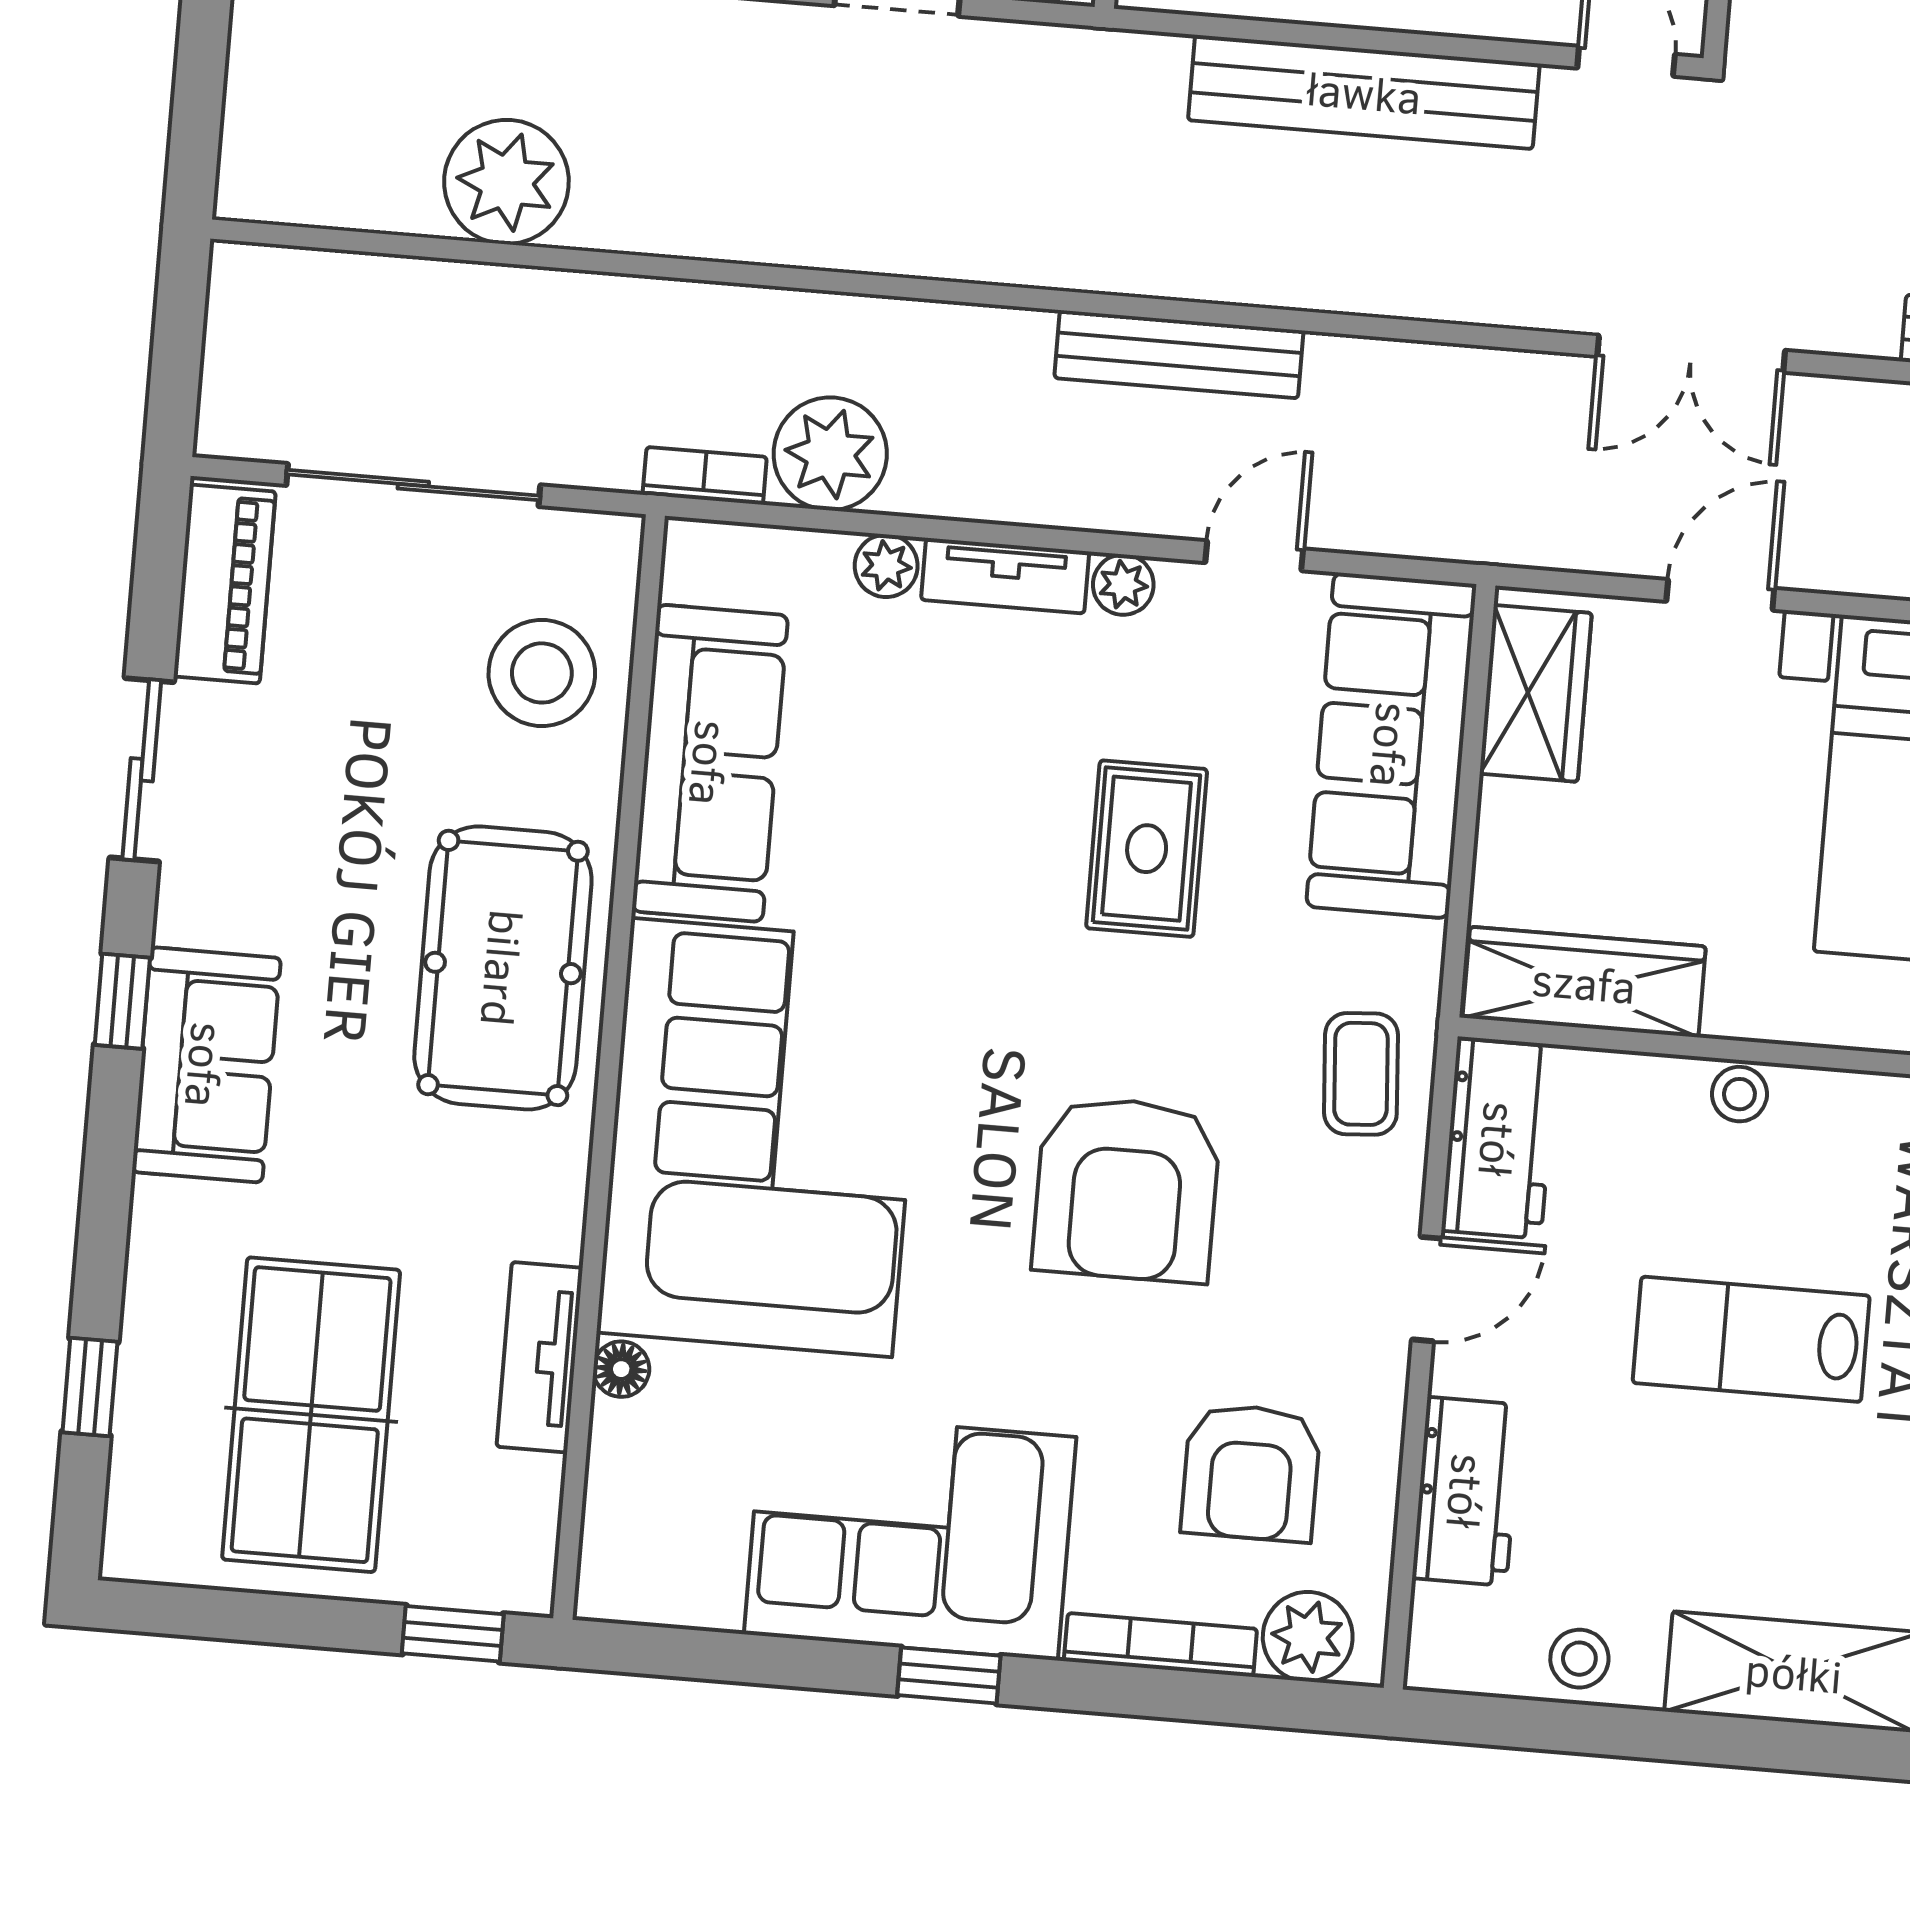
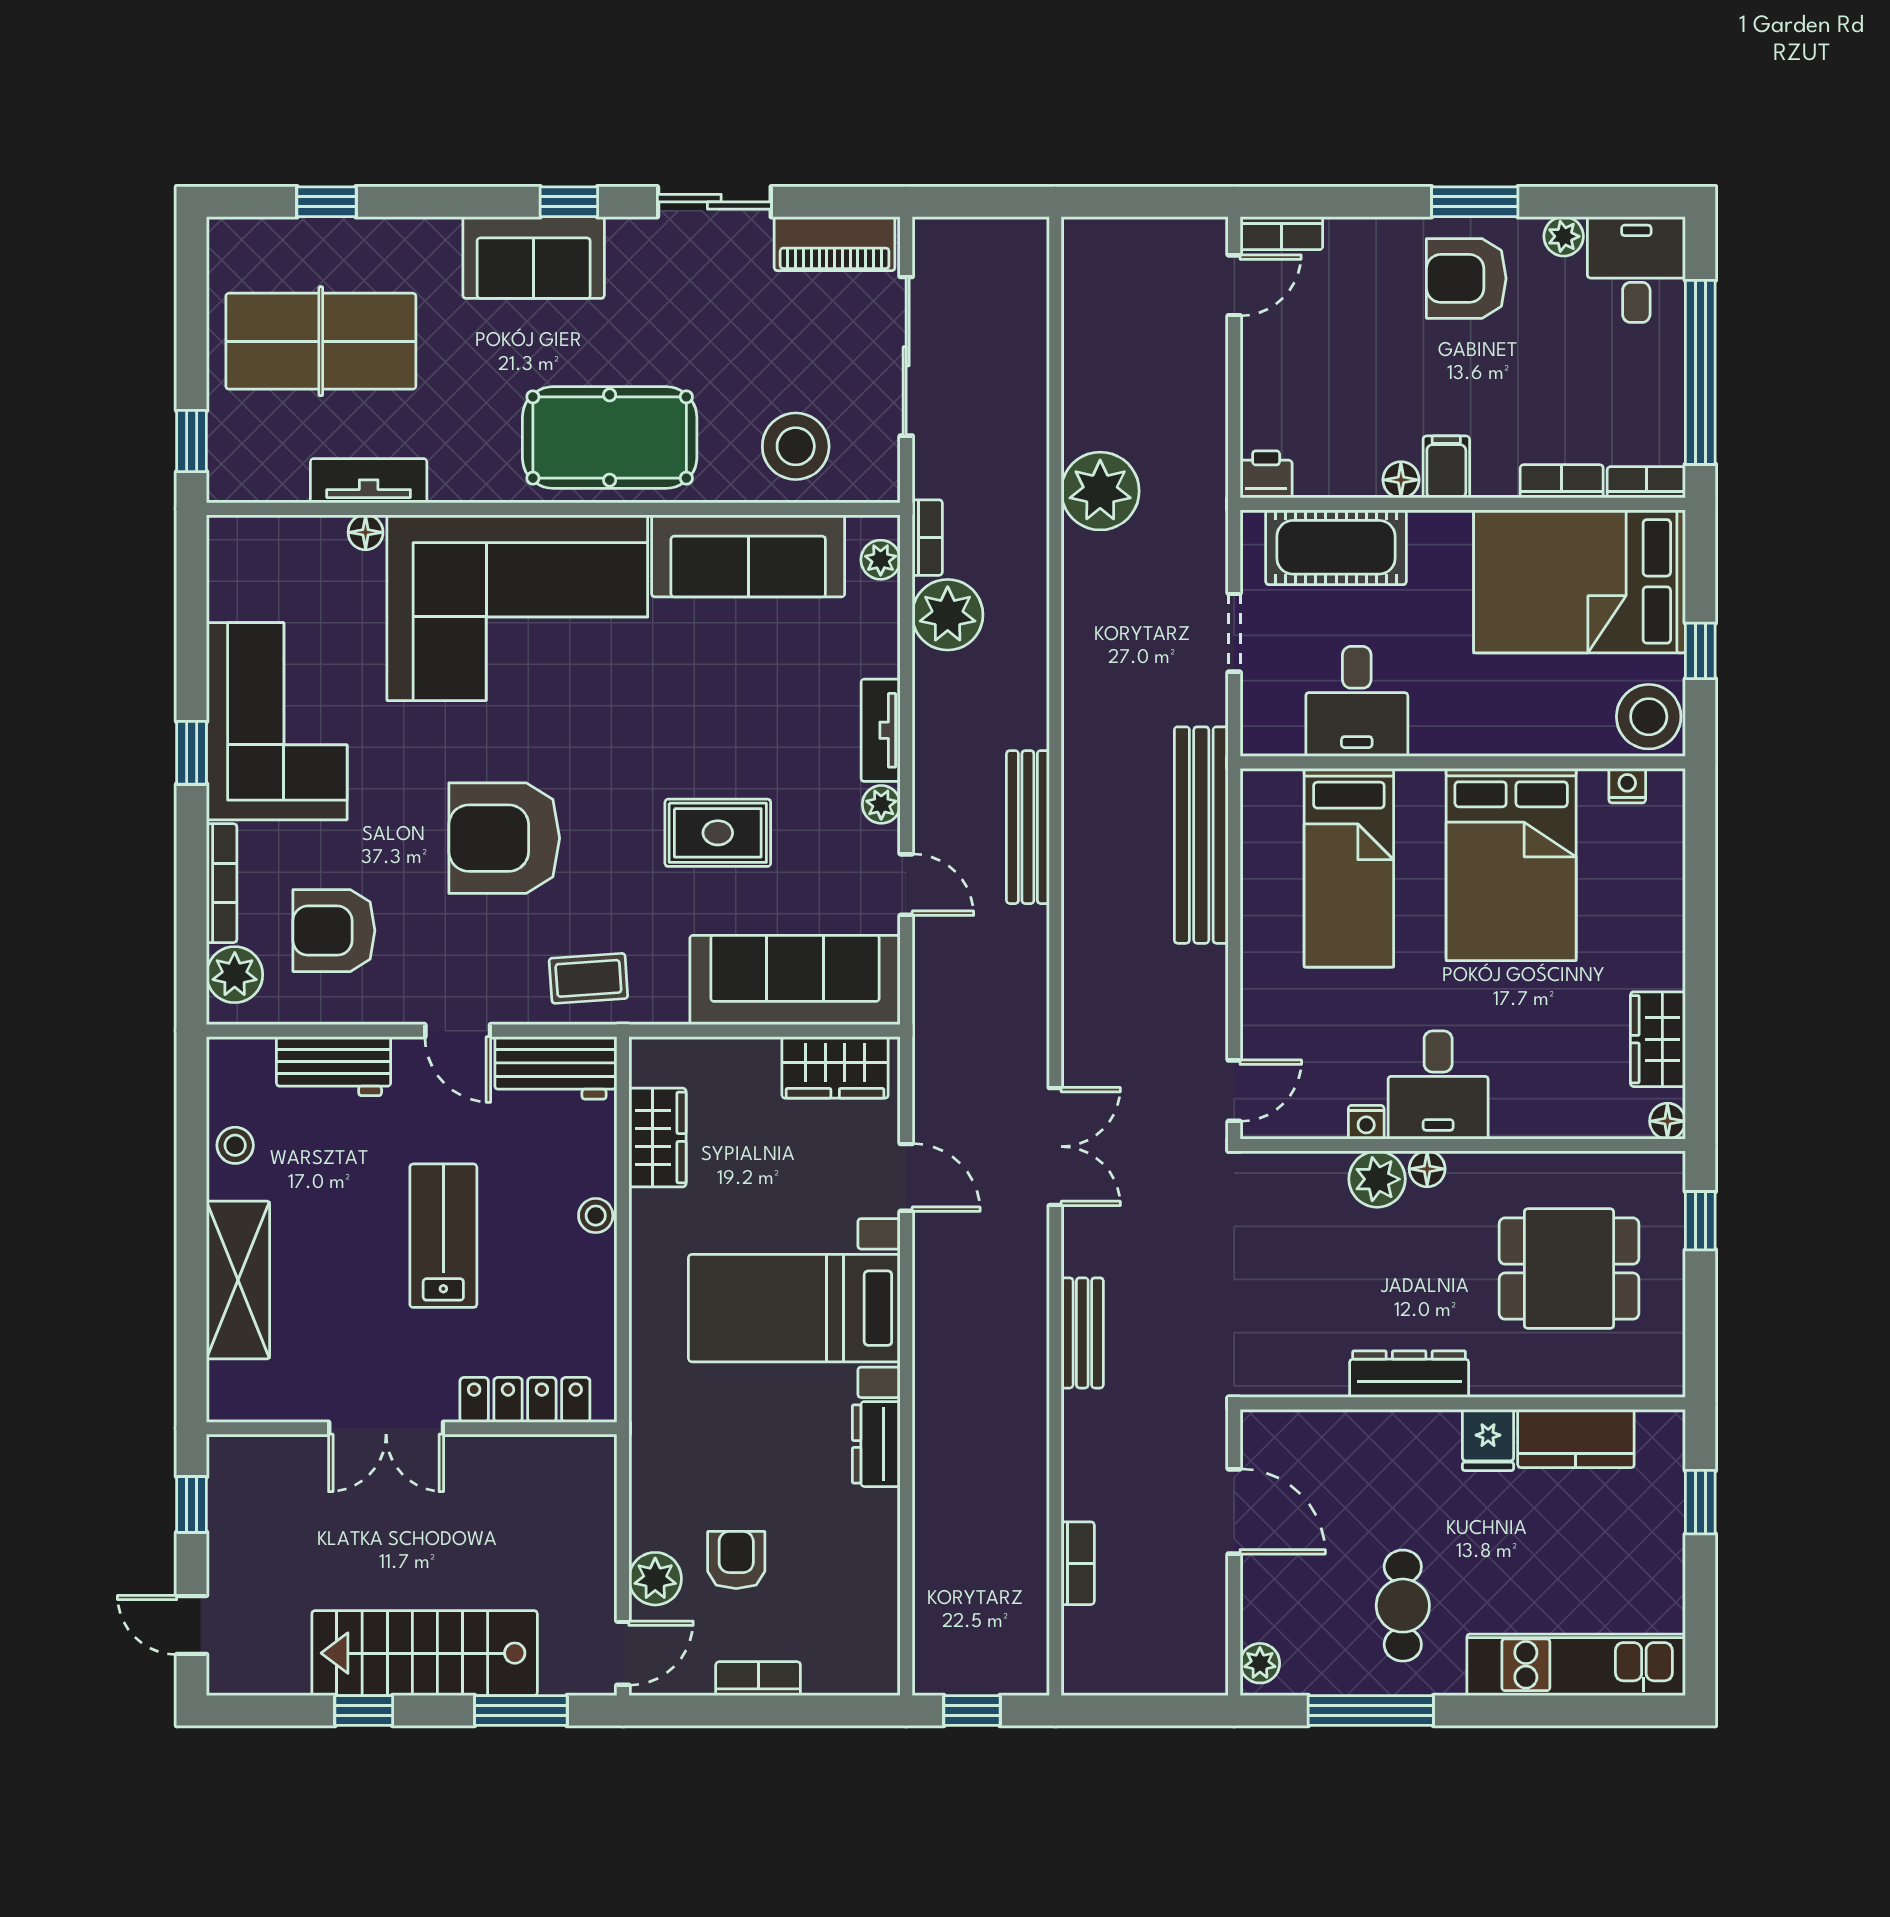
bench: (1364, 92) -> (1201, 835), moved
plant: (506, 182) -> (1100, 491), moved
double door: (1691, 353) -> (1055, 1147), swing flipped
plant: (886, 566) -> (881, 560), moved
wardrobe: (1584, 982) -> (657, 1137), width x0.67

